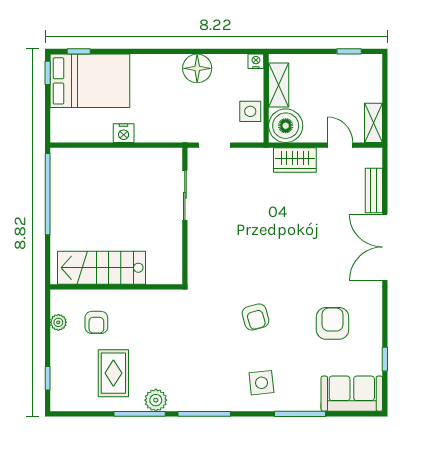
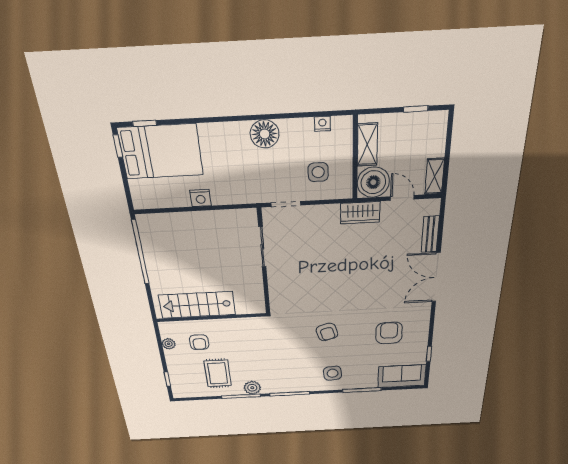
shelving: (279, 85) -> (367, 145), moved
wall: (266, 98) -> (355, 158), moved
boiler: (286, 126) -> (373, 182), moved

